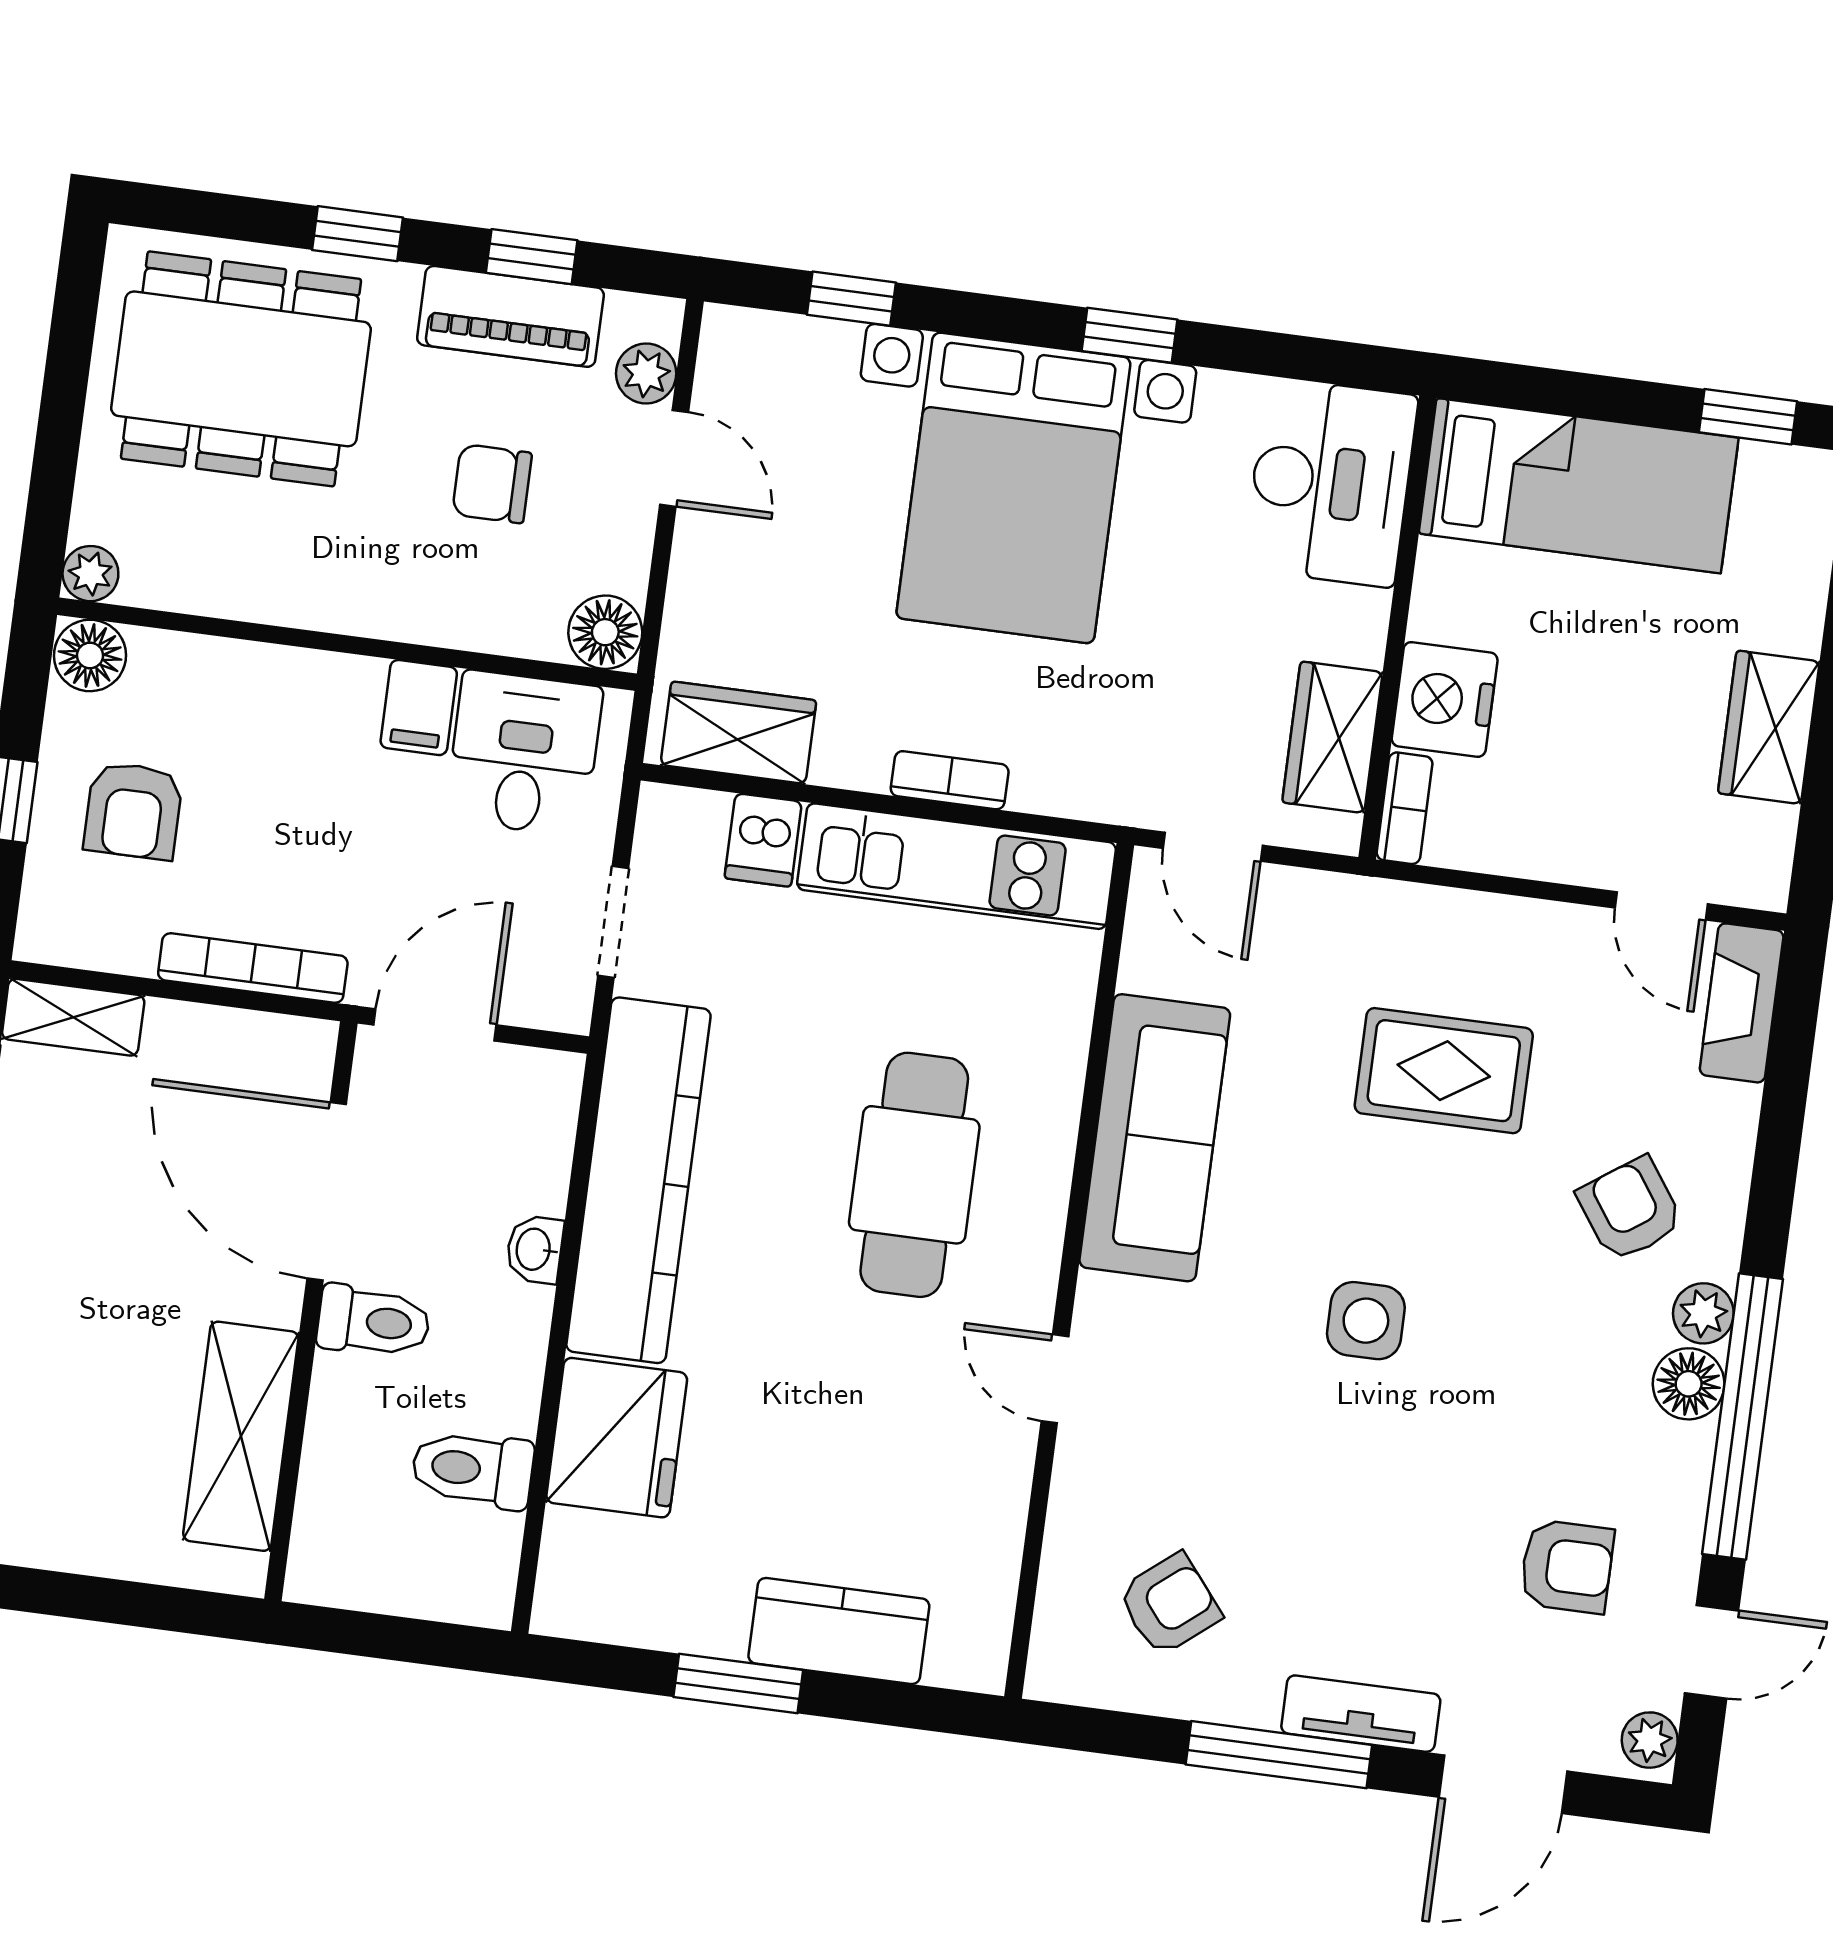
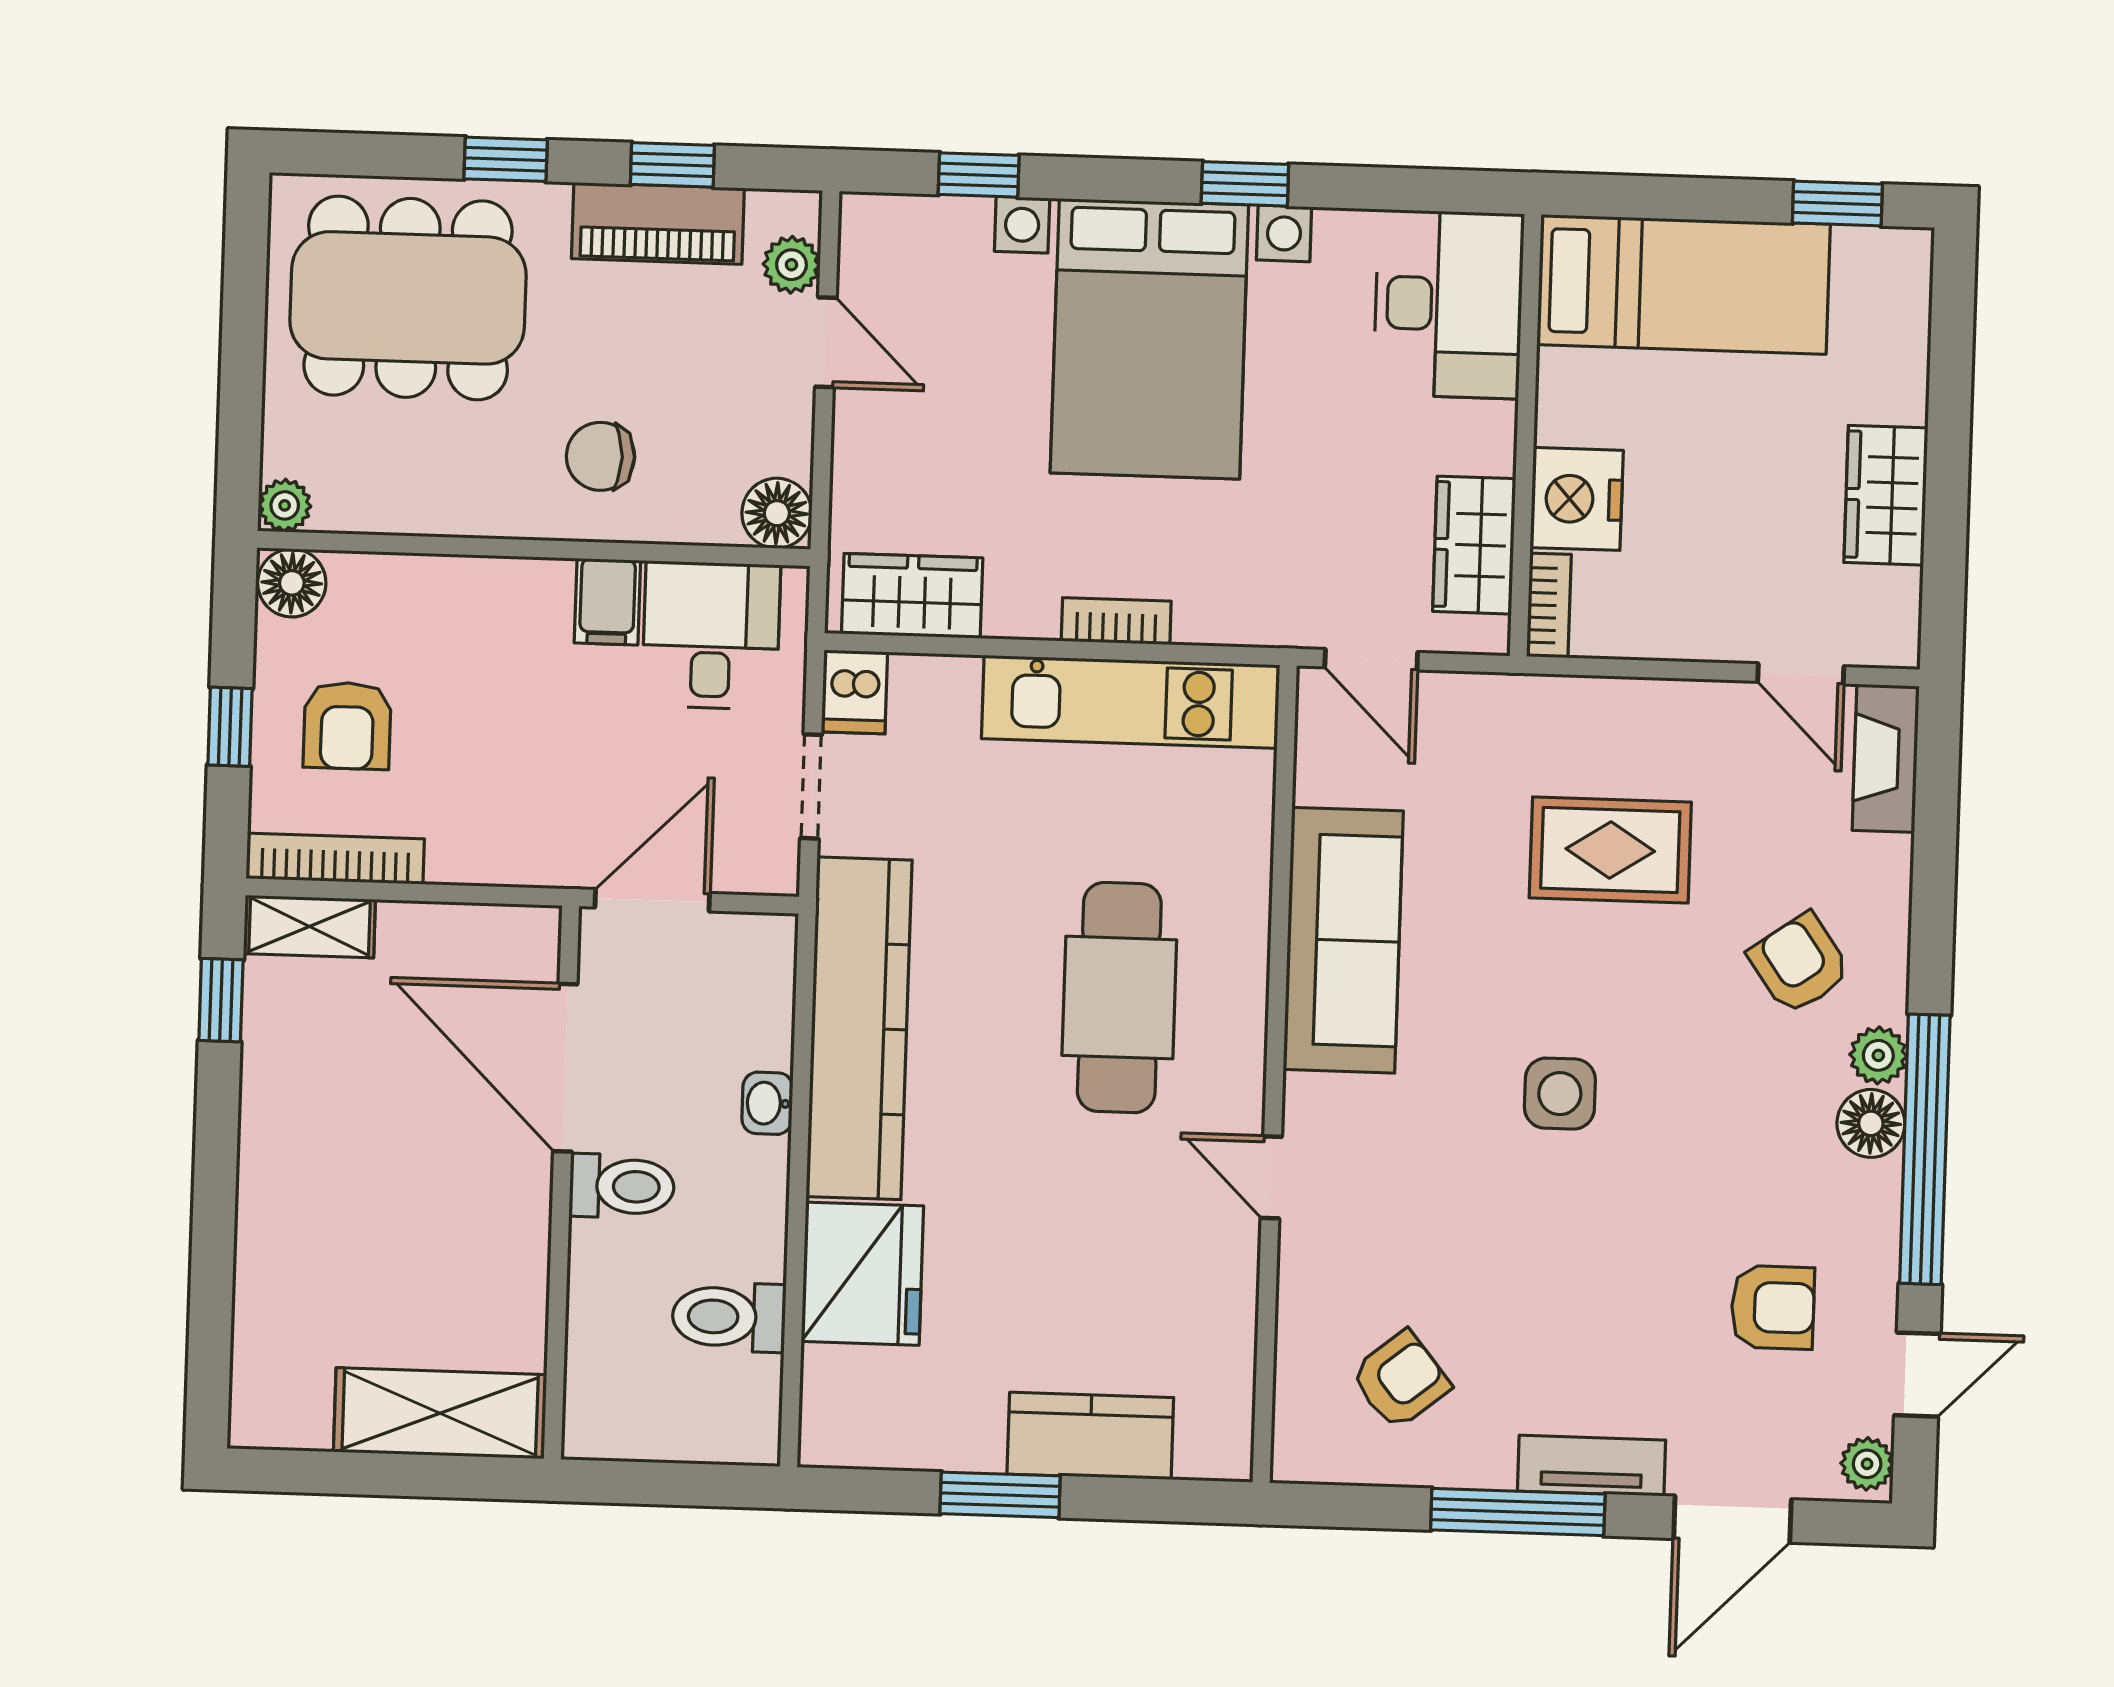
chair: (492, 484) -> (600, 456), moved
dishwasher: (763, 840) -> (854, 692), moved
bookcase: (253, 968) -> (335, 859), moved
shelving: (241, 1436) -> (440, 1413), moved, turned 90

